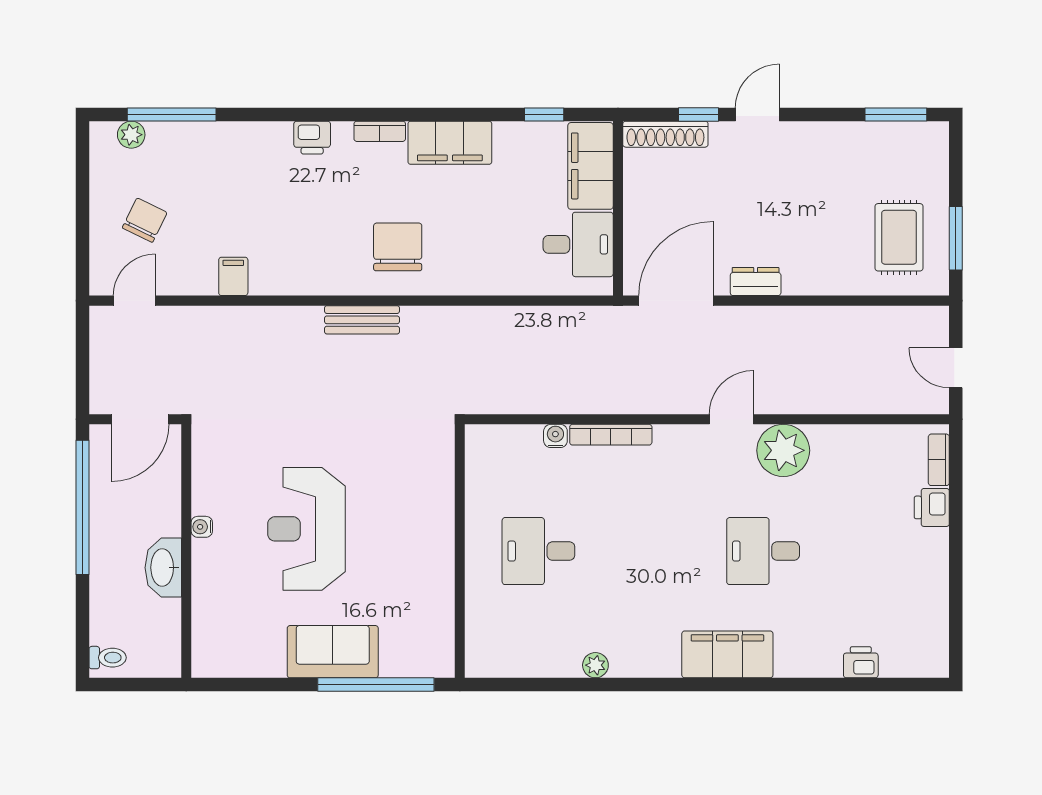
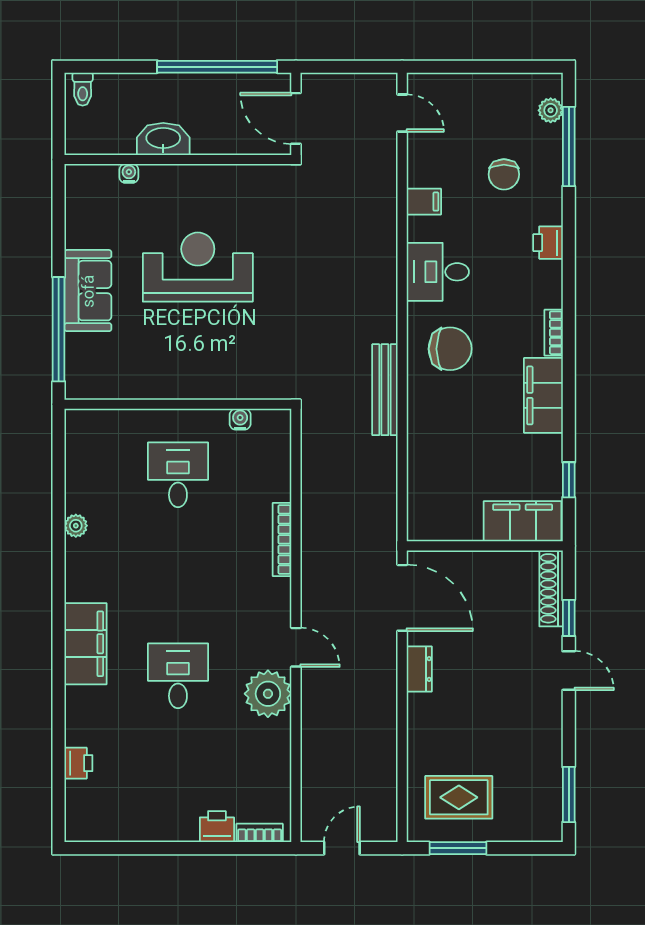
printer: (312, 138) -> (548, 243), moved
chair: (145, 220) -> (504, 174), moved, turned 64
desk: (578, 244) -> (438, 272), moved, turned 90
bench: (362, 320) -> (385, 390), moved, width x1.36
water cooler: (555, 436) -> (240, 419), moved, turned -90
water cooler: (202, 527) -> (129, 173), moved

